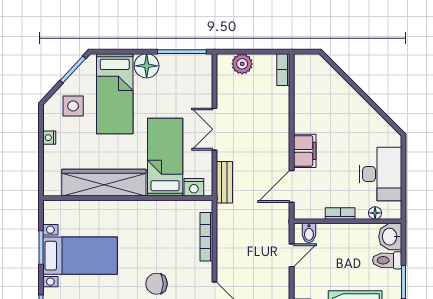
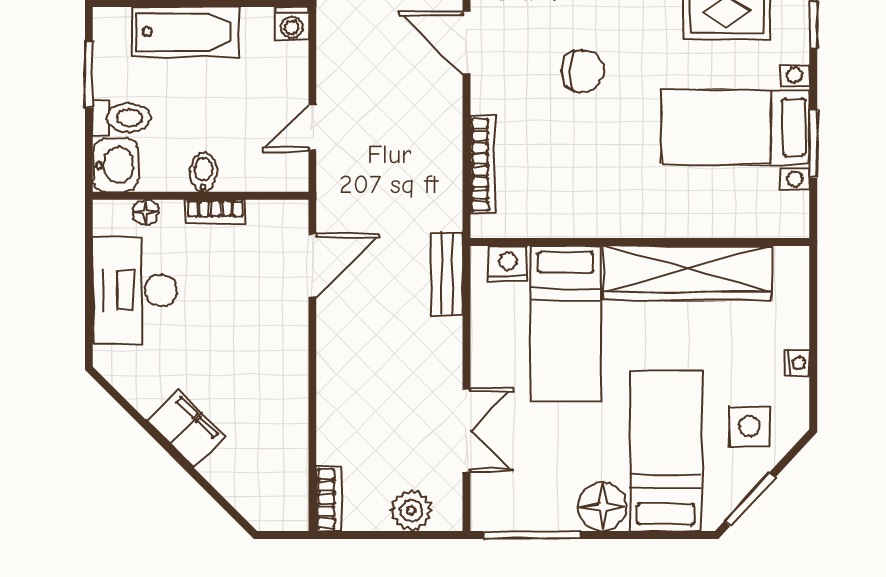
double door: (215, 129) -> (467, 430), moved
filing cabinet: (305, 151) -> (186, 429), moved, turned 135
bidet: (309, 233) -> (204, 172), moved

